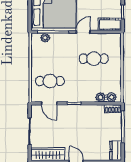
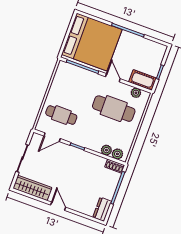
door: (83, 32) -> (113, 78), hinge flipped
plant: (45, 38) -> (136, 93), moved
cafe table: (94, 59) -> (114, 109), width x1.37, depth x1.35
door: (49, 103) -> (52, 137), hinge flipped

